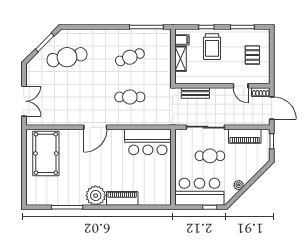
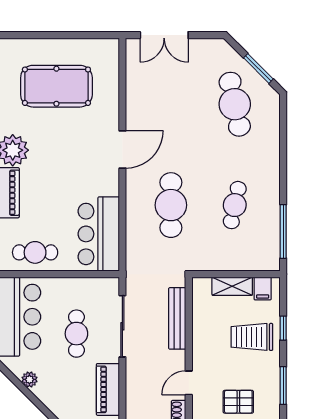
cafe table: (130, 57) -> (235, 205), turned 33
bench: (195, 93) -> (177, 318), width x1.36
cafe table: (130, 97) -> (171, 205), width x1.37, depth x1.35
door: (95, 127) -> (122, 150), swing flipped
pool table: (46, 153) -> (56, 86), moved
cafe table: (159, 182) -> (35, 252), added

